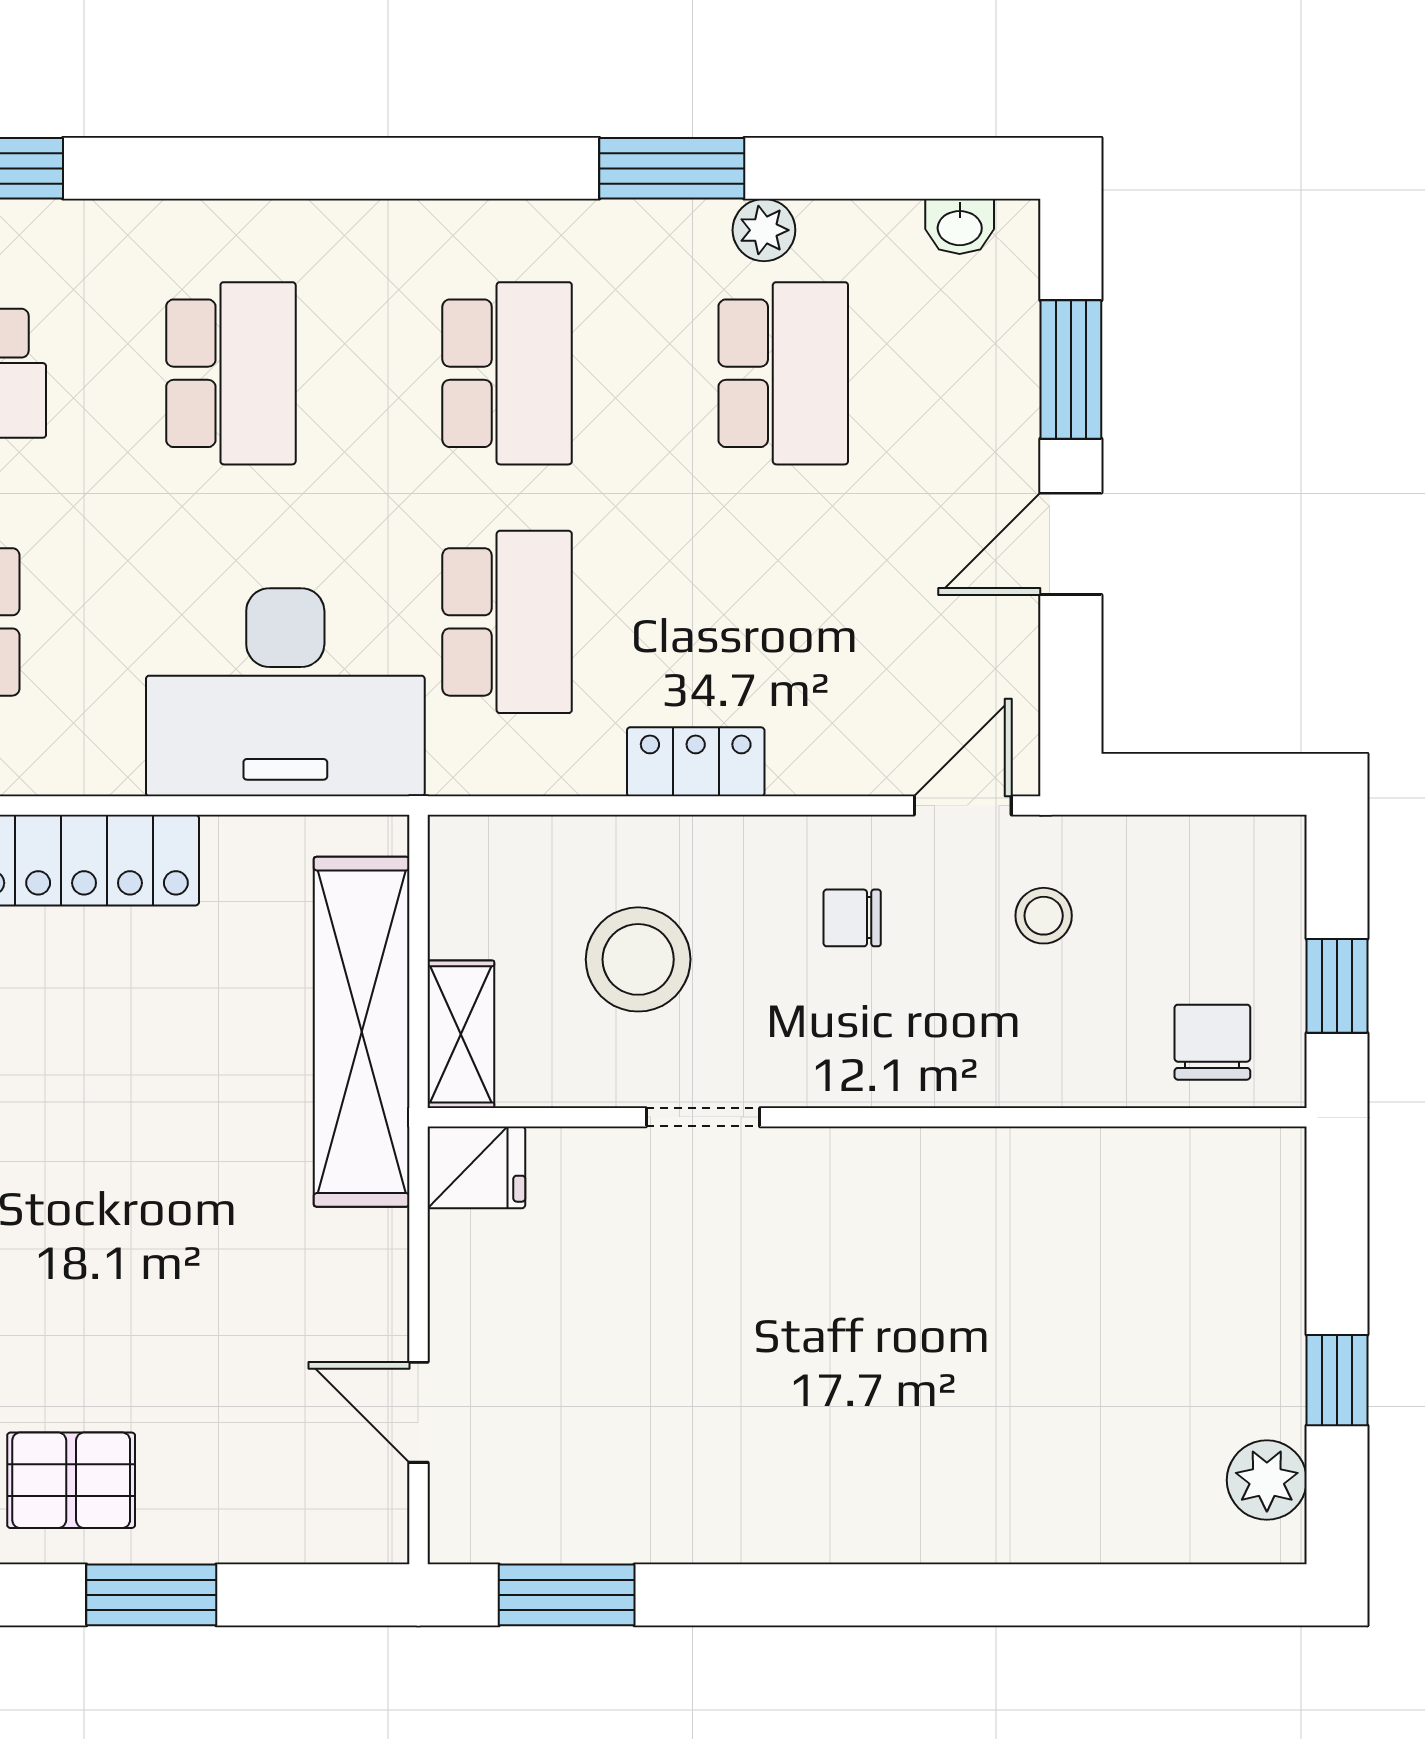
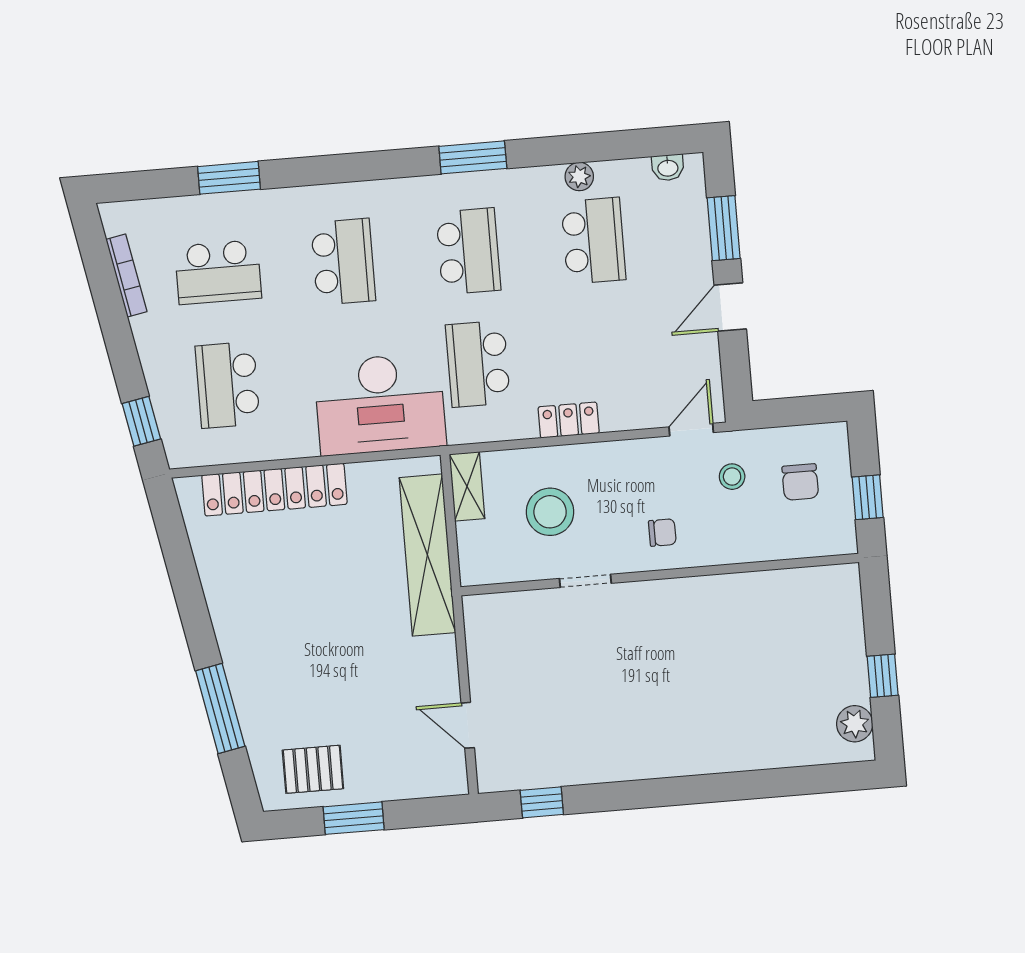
window: (672, 168) -> (473, 157), moved
school desk: (507, 622) -> (478, 364), turned 180
chair: (852, 918) -> (662, 533), moved, turned 180
shelving: (461, 1034) -> (467, 486), moved
chair: (1212, 1042) -> (800, 482), moved, turned 180
fridge: (476, 1167) -> (485, 612), removed
window: (567, 1595) -> (542, 802), width x0.67

